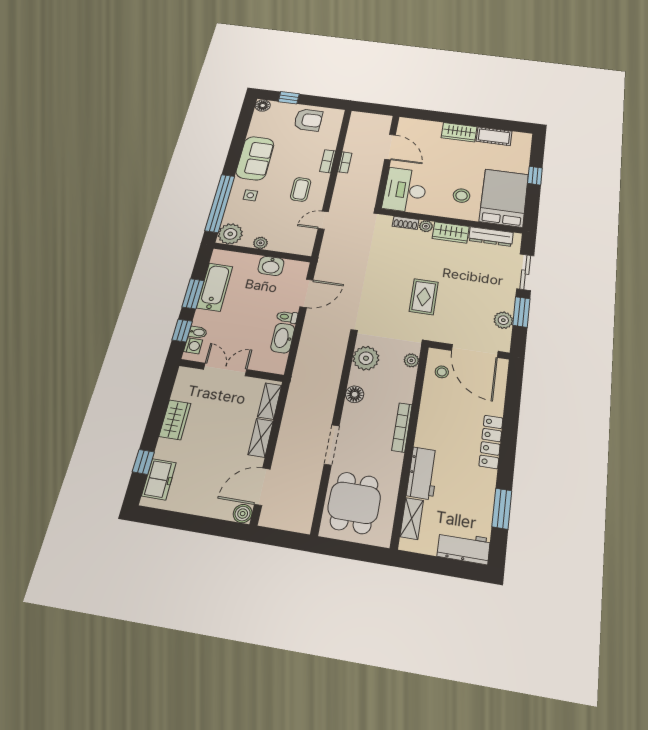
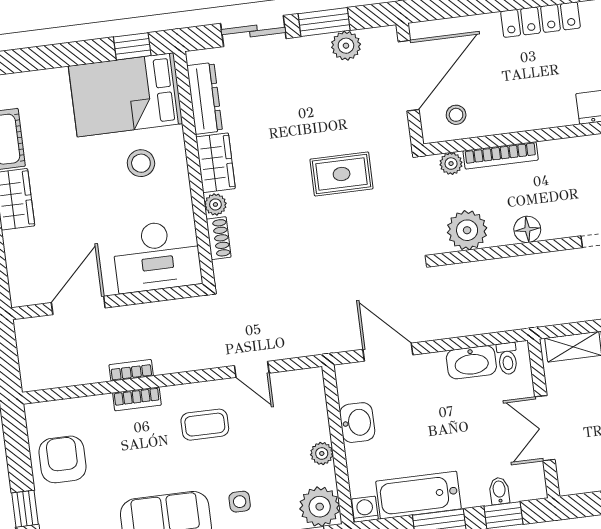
window: (535, 176) -> (132, 46), moved
toilet: (287, 317) -> (507, 359), moved
washing machine: (193, 346) -> (365, 509), moved
bookcase: (402, 427) -> (501, 155), moved

